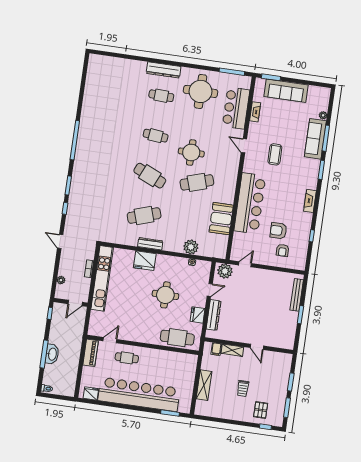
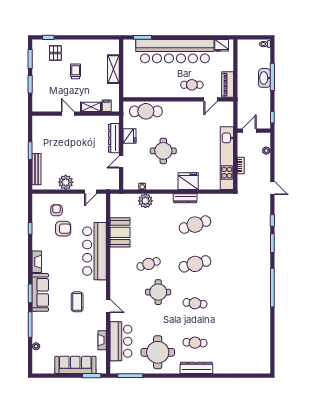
sofa: (315, 139) -> (40, 292), moved
cafe table: (150, 176) -> (195, 264), turned -39
cafe table: (197, 182) -> (149, 264), width x0.73, depth x0.74
plant: (225, 271) -> (66, 182), moved

